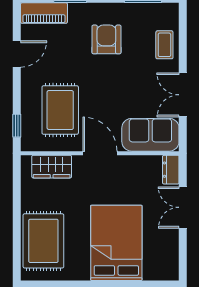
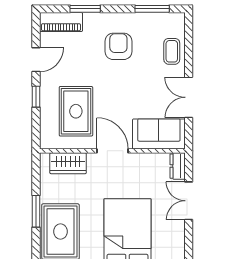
window: (17, 126) -> (36, 97), moved
window: (17, 219) -> (36, 211), added

